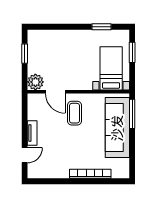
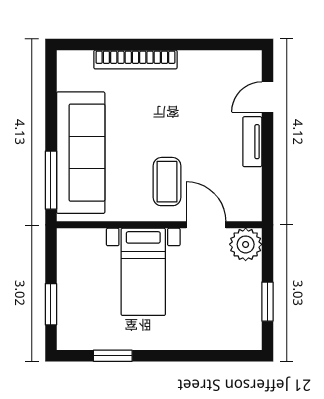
bed with nightstands: (111, 68) -> (143, 272), moved

